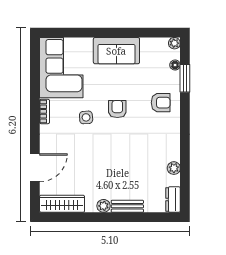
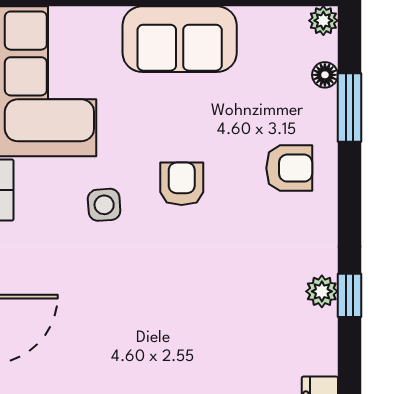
window: (185, 154) -> (349, 295), added
plant: (174, 168) -> (322, 291), moved

